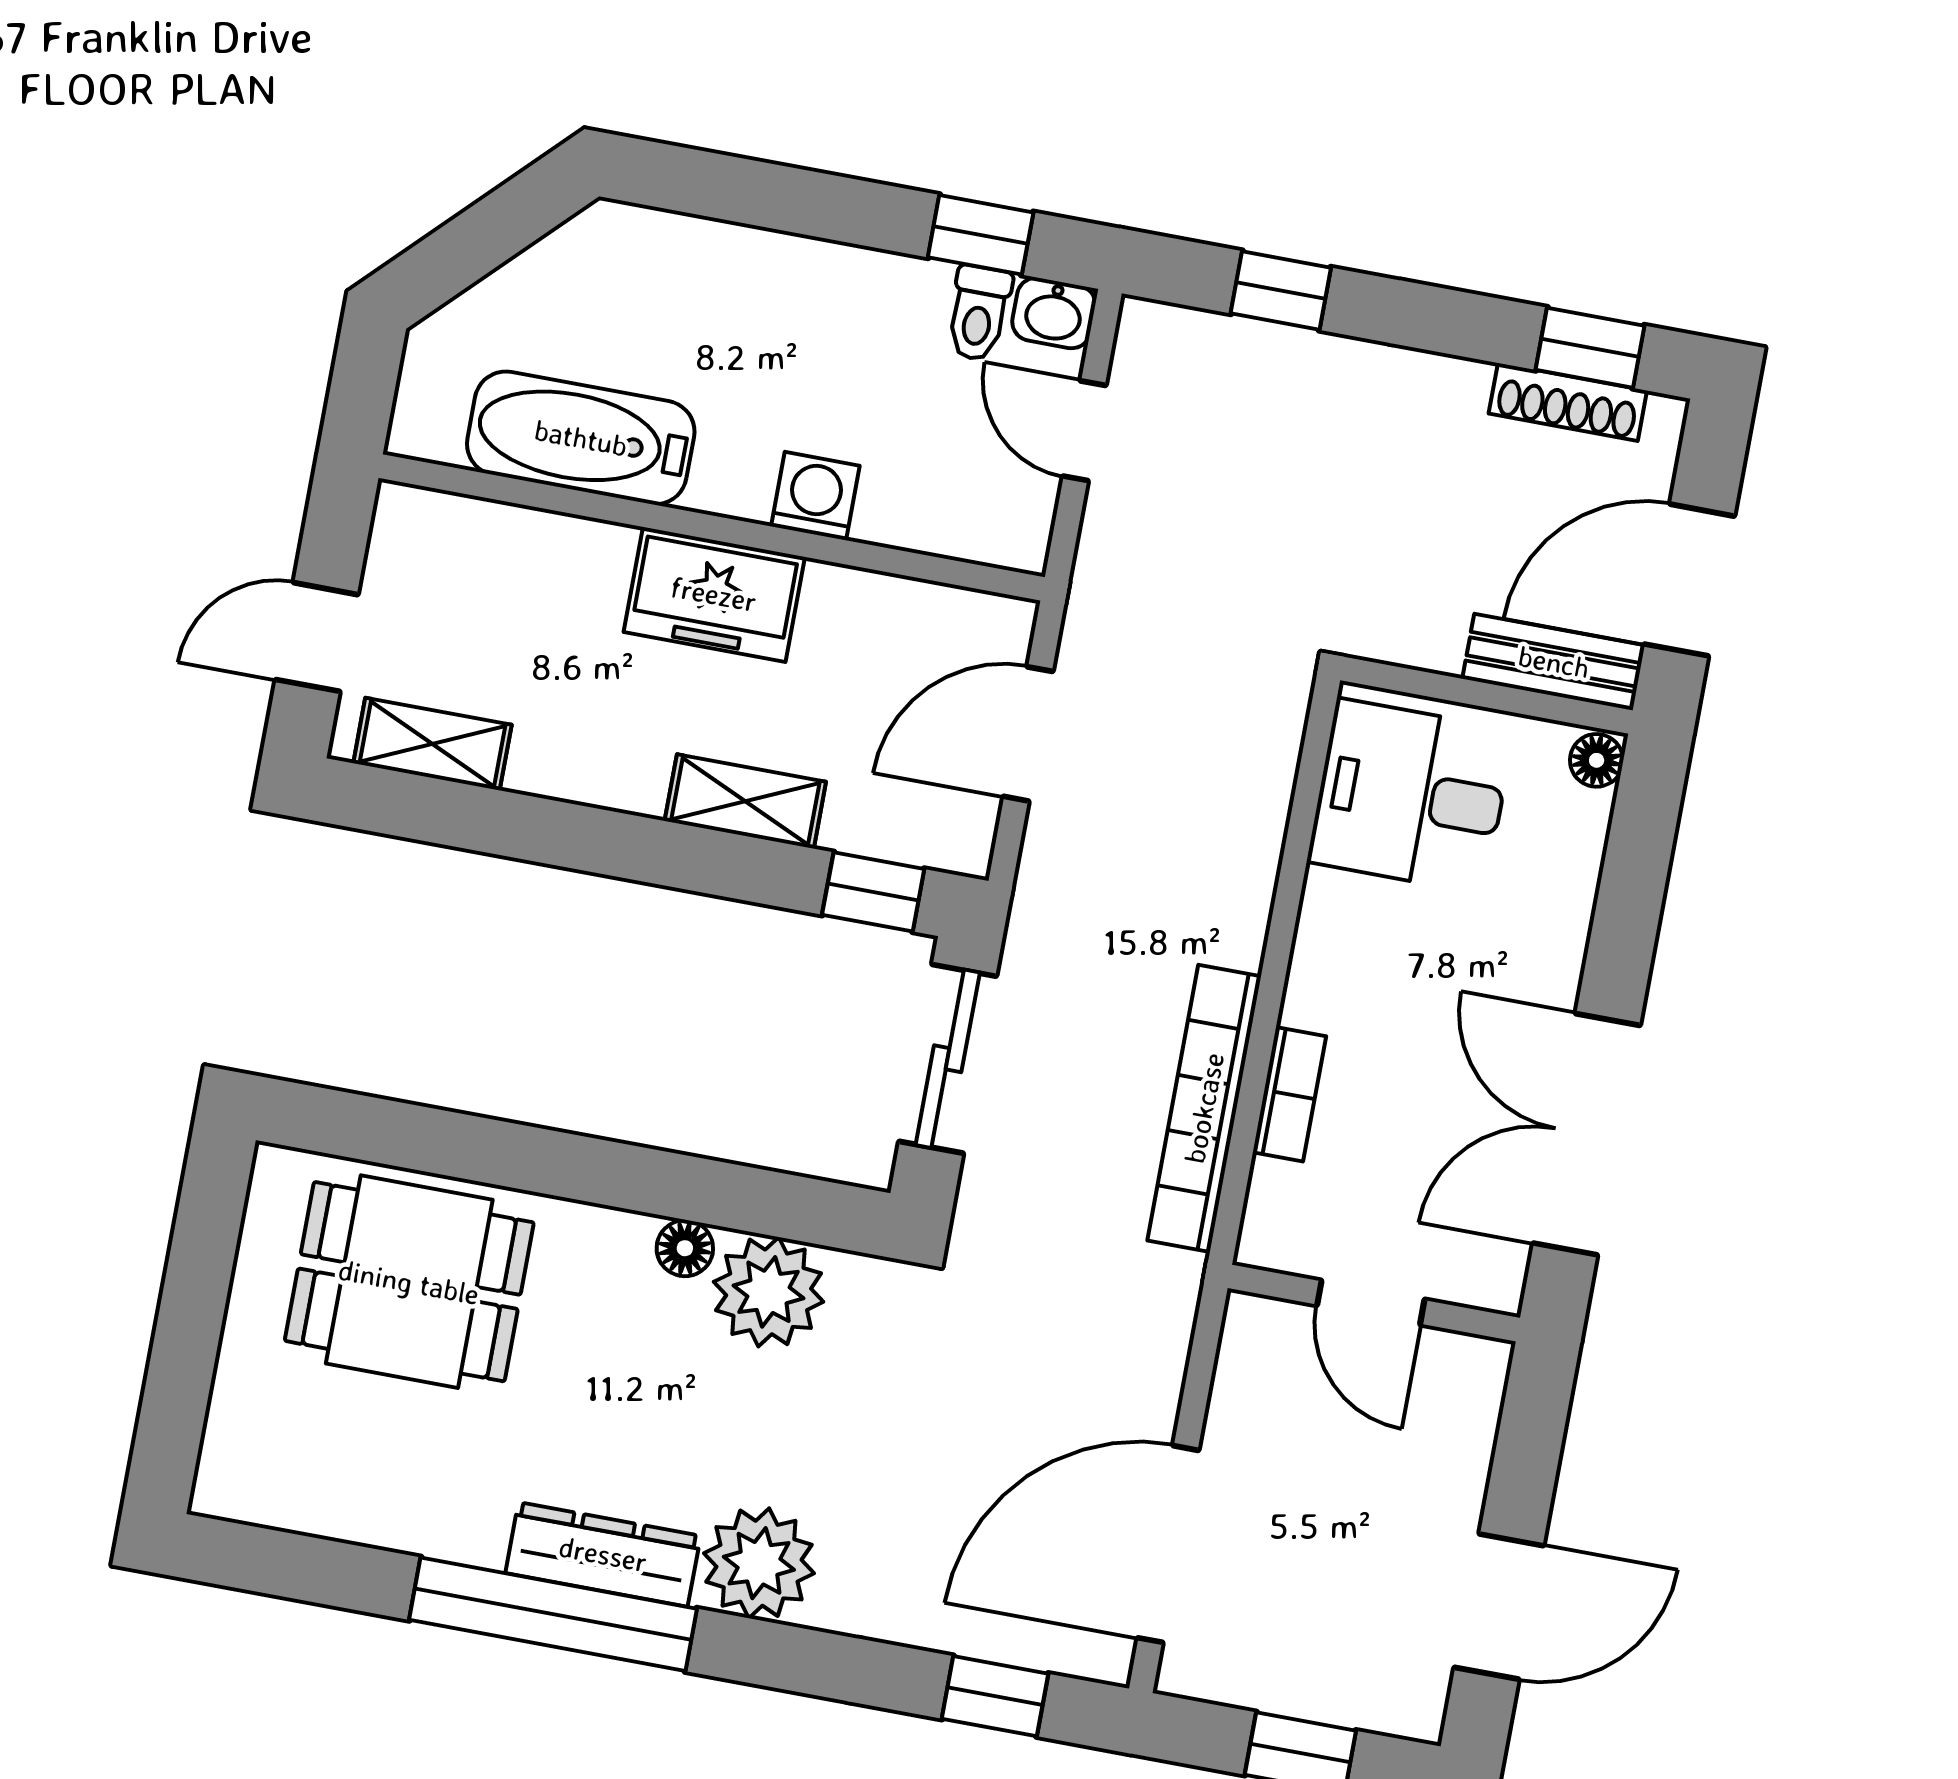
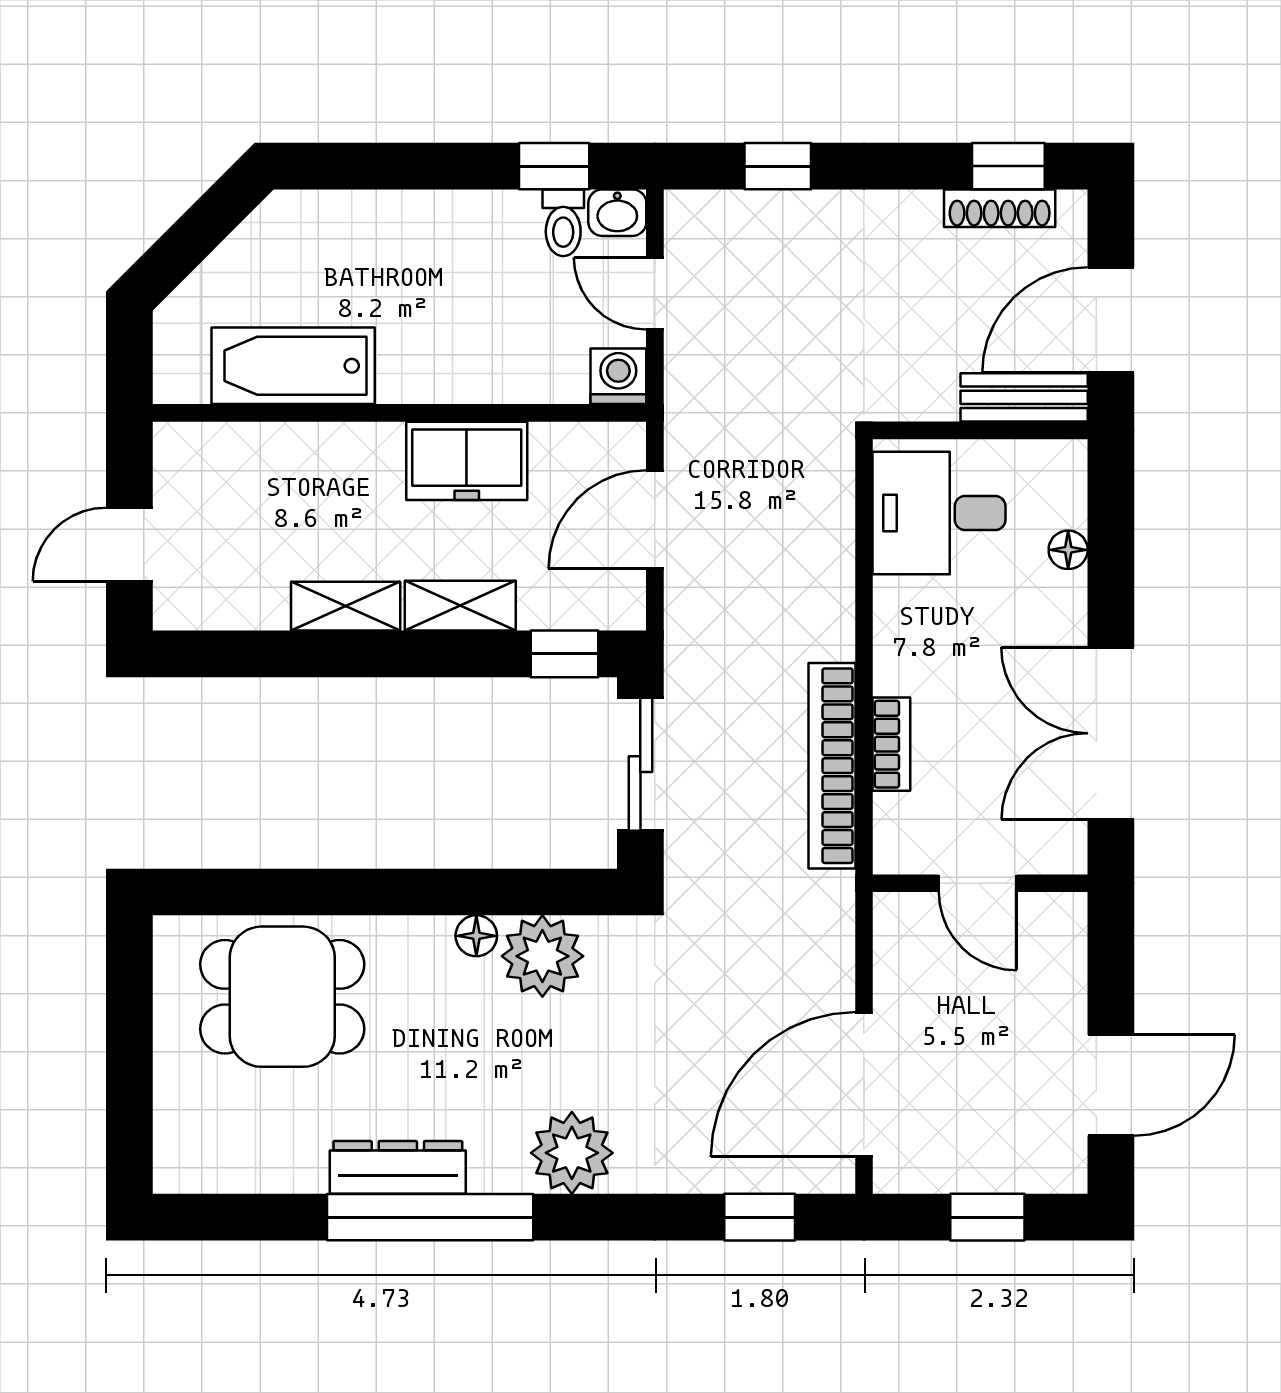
washing machine: (815, 496) -> (618, 376), moved
freezer: (714, 594) -> (467, 461), moved
shelving: (432, 744) -> (346, 606), moved
floor lamp: (1597, 760) -> (1068, 550), moved
dresser: (603, 1554) -> (398, 1167), moved

